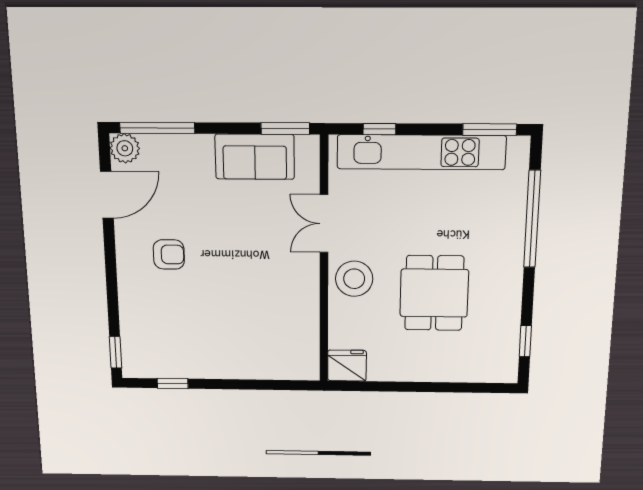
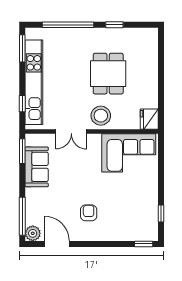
dining table: (434, 293) -> (108, 74), turned 90
corner sofa: (284, 328) -> (129, 153), added
window: (525, 341) -> (114, 25), moved

